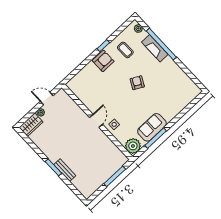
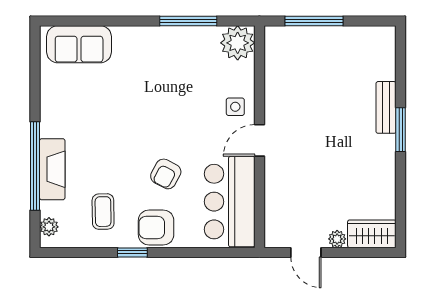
armchair: (137, 83) -> (166, 174), moved
bar counter: (87, 92) -> (230, 202), added
sofa: (152, 127) -> (79, 44), moved

